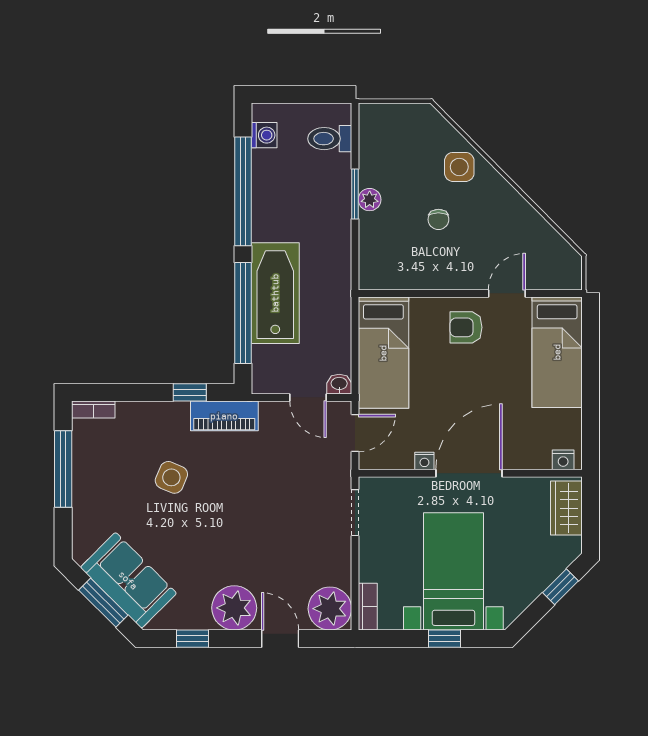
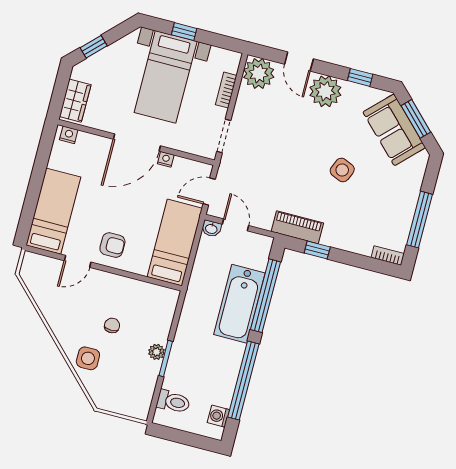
side table: (171, 477) -> (342, 170), moved
bookcase: (368, 607) -> (226, 90), moved

